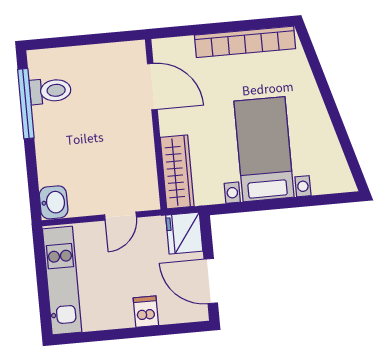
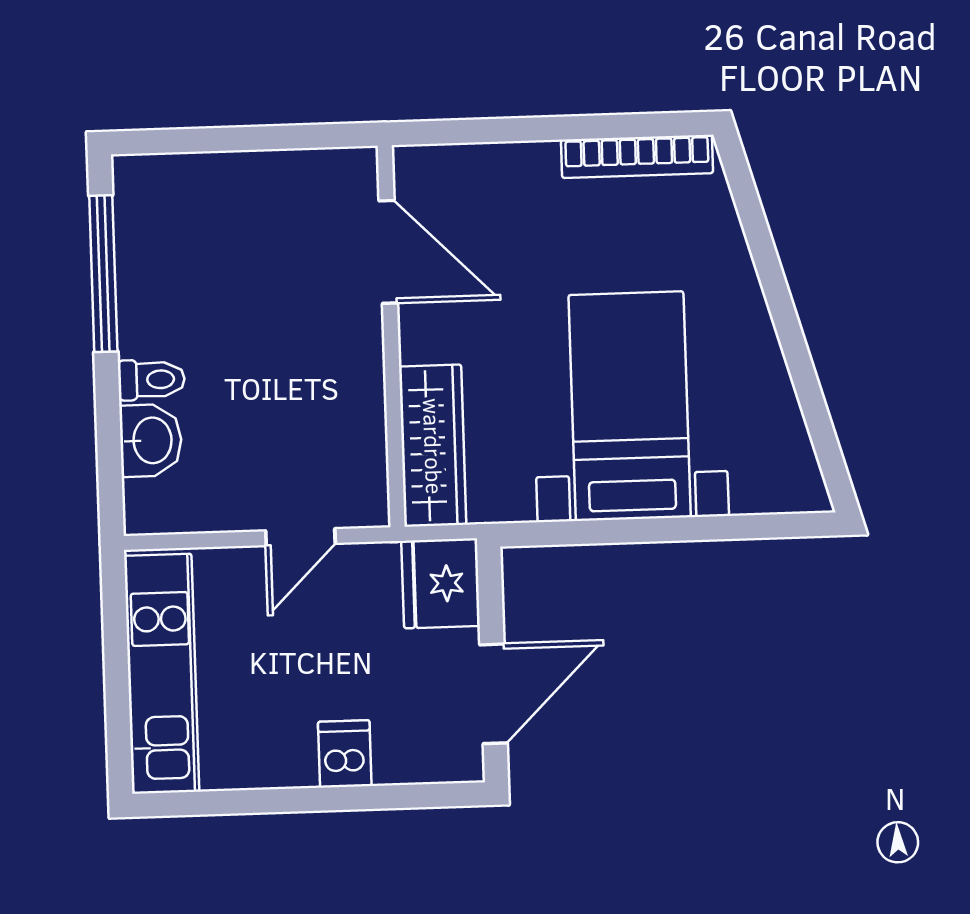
bookcase: (245, 42) -> (637, 156), width x0.68, depth x0.76
toilet: (50, 91) -> (151, 380), moved, width x0.73, depth x0.72
washbasin: (54, 202) -> (151, 440), moved
door: (211, 281) -> (494, 694), swing flipped

